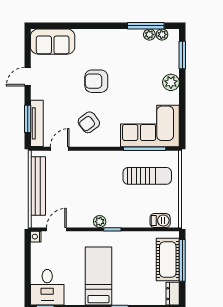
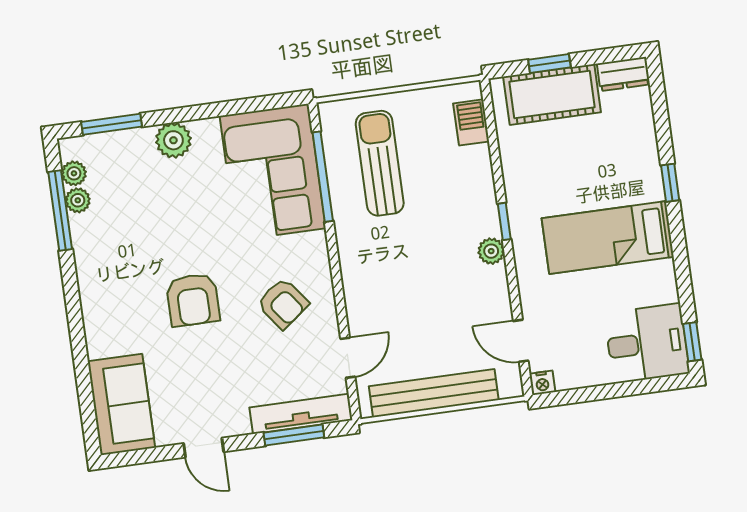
door: (60, 149) -> (348, 358), swing flipped
window: (182, 260) -> (549, 64), width x0.46

